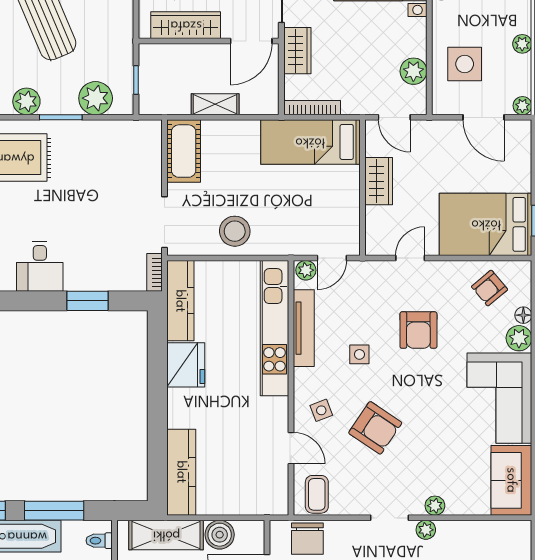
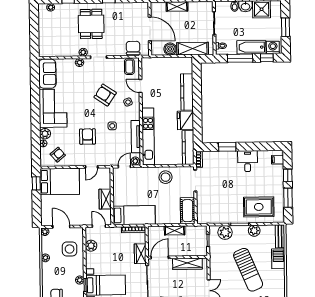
kitchen counter: (181, 472) -> (187, 92), moved

